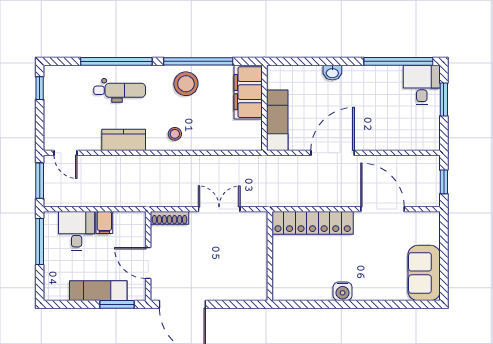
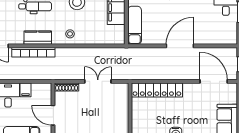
door: (333, 153) -> (180, 46), moved
bookcase: (117, 163) -> (33, 52), added
door: (382, 209) -> (214, 81), moved

